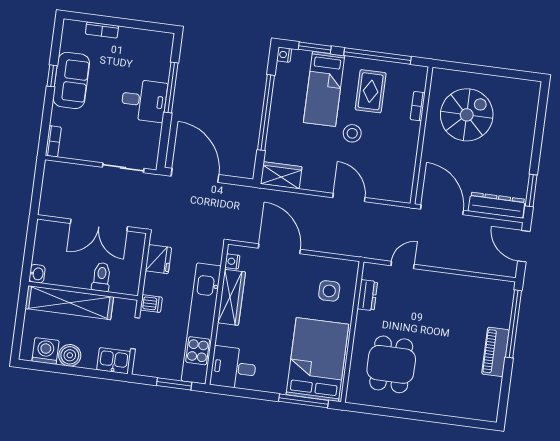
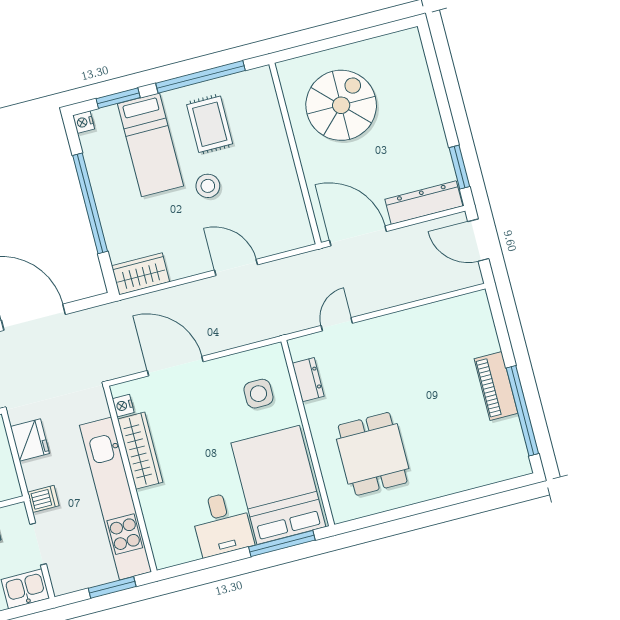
bookcase: (418, 106) -> (276, 119), removed
window: (514, 324) -> (522, 411), moved
desk: (233, 368) -> (222, 524), moved, turned -90

